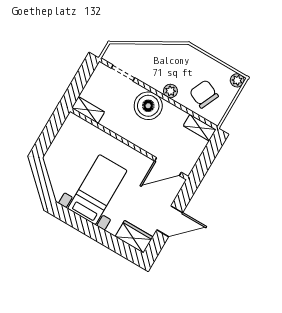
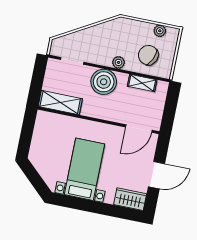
plant: (237, 80) -> (160, 31), moved
shelving: (88, 110) -> (60, 103), width x1.50, depth x1.33
shelving: (200, 128) -> (142, 83), moved

